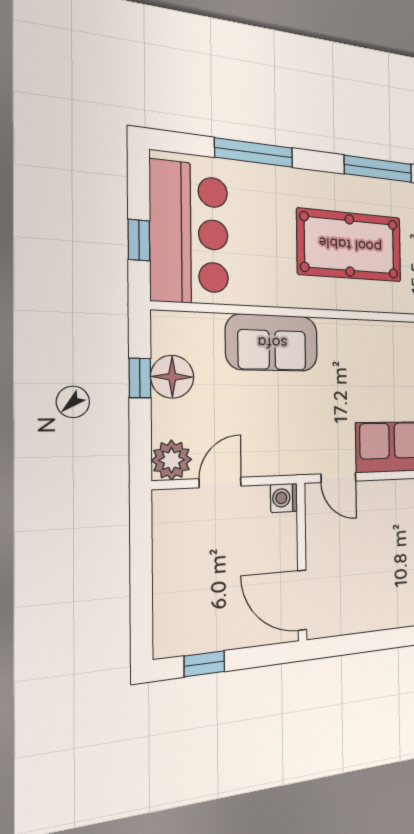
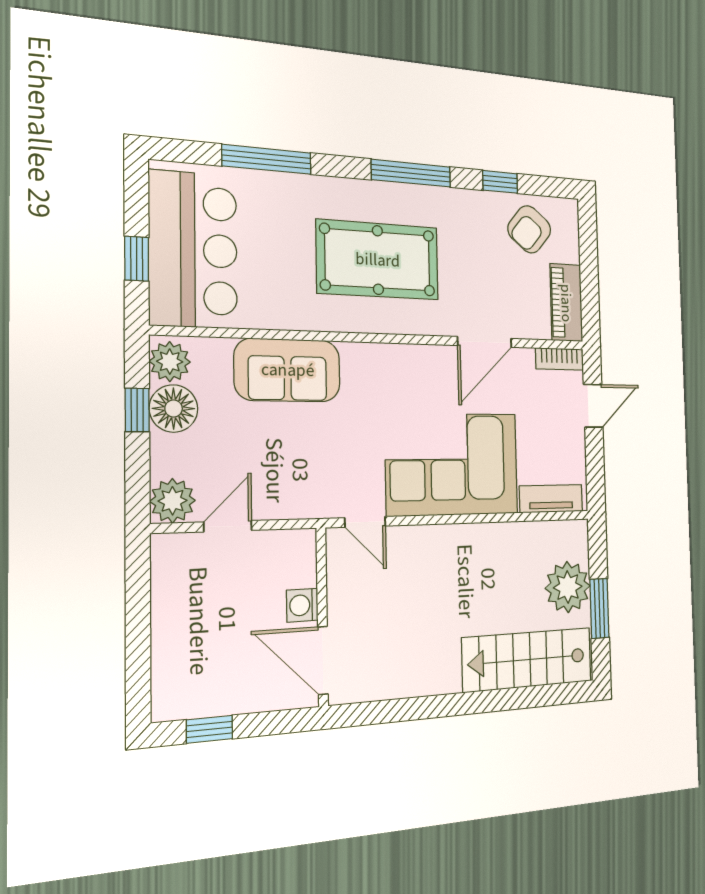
plant: (169, 334) -> (170, 362), added
washing machine: (284, 498) -> (302, 605), moved

